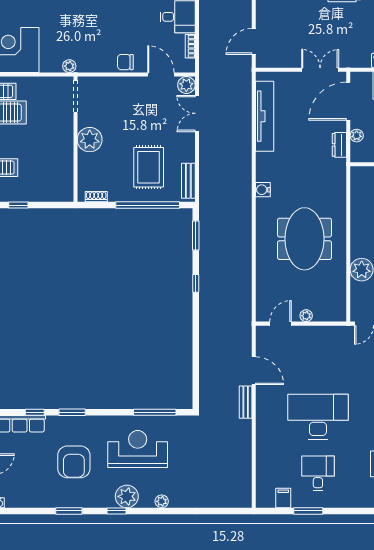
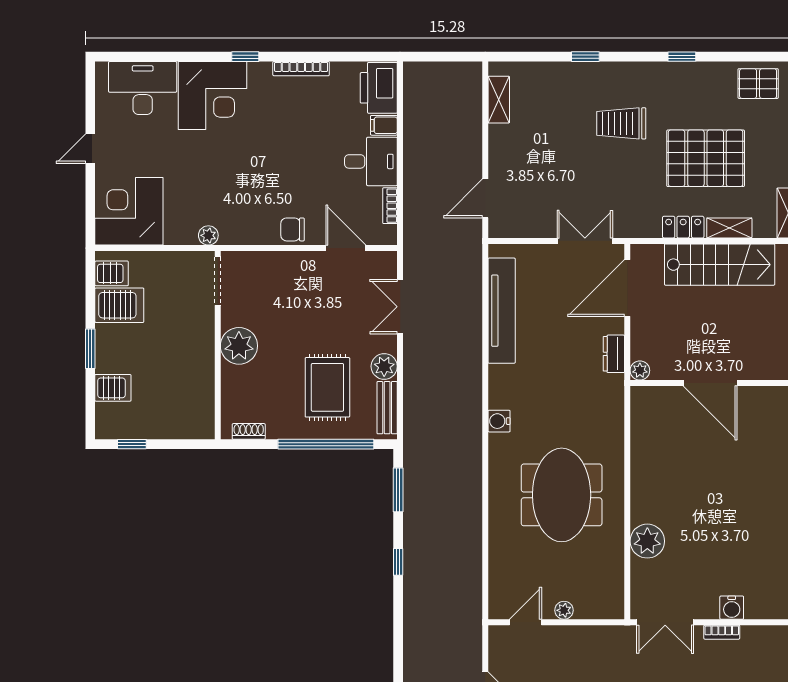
plant: (186, 85) -> (384, 366), moved
plant: (357, 136) -> (640, 370), moved

